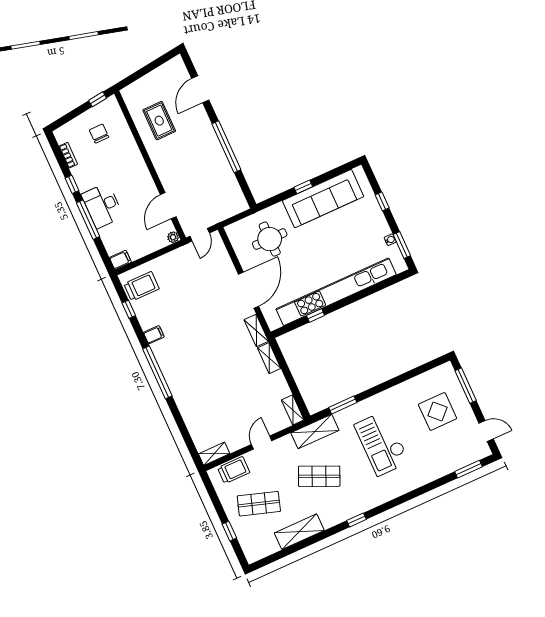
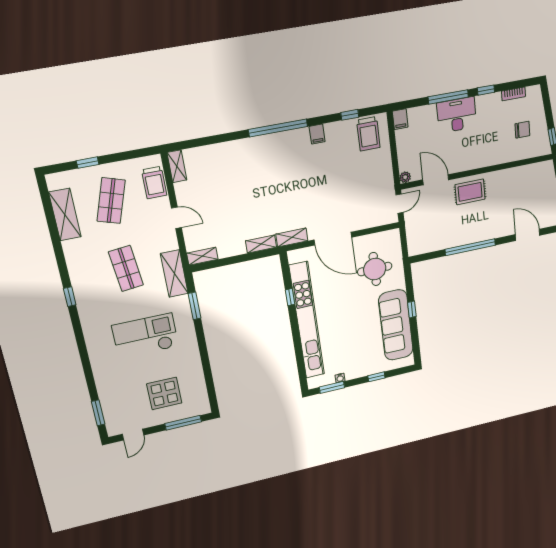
rug: (159, 121) -> (470, 192), moved
door: (200, 235) -> (400, 204), swing flipped
shop shelf: (319, 476) -> (126, 268), turned -30
shelving: (299, 532) -> (65, 215), moved

